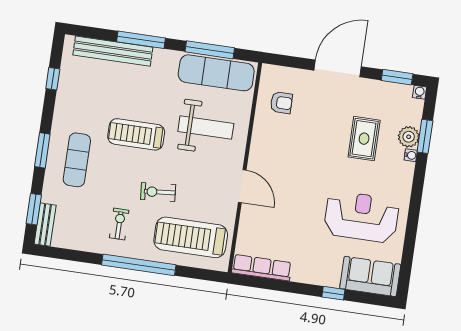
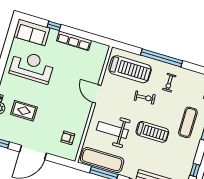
rug: (364, 139) -> (24, 111), turned 90
reception desk: (361, 217) -> (32, 67), turned 180
row of seats: (262, 268) -> (74, 41), moved

